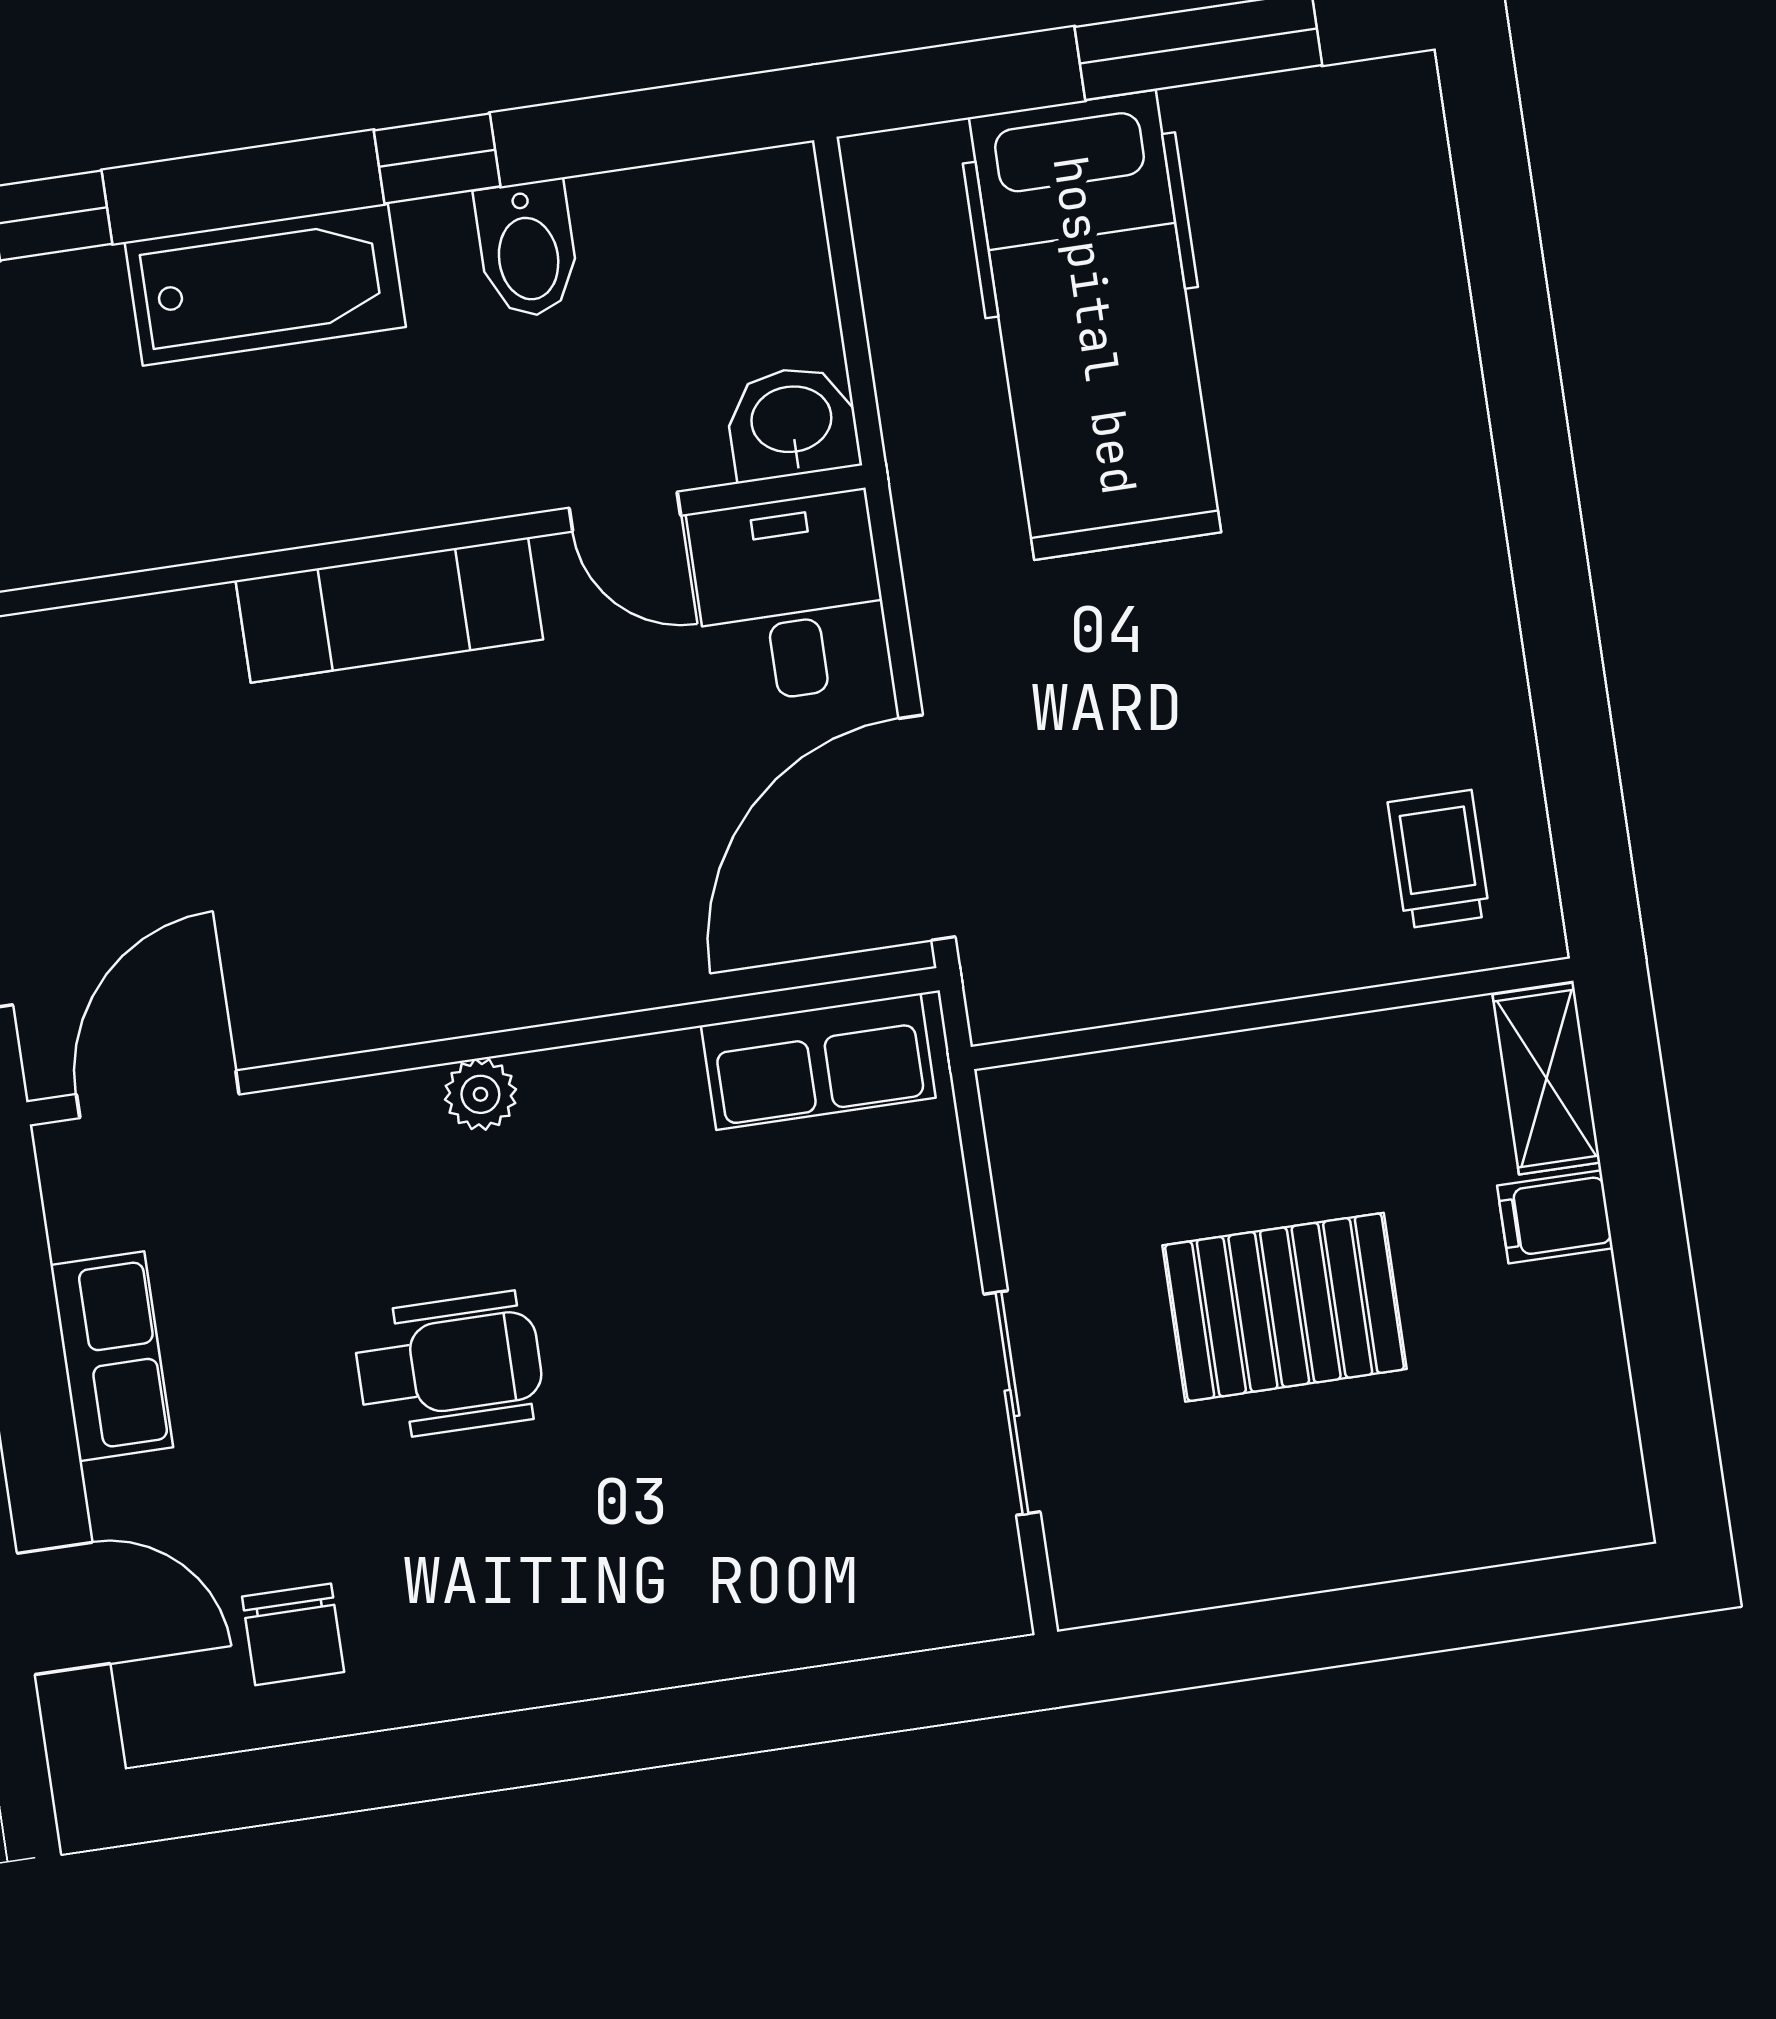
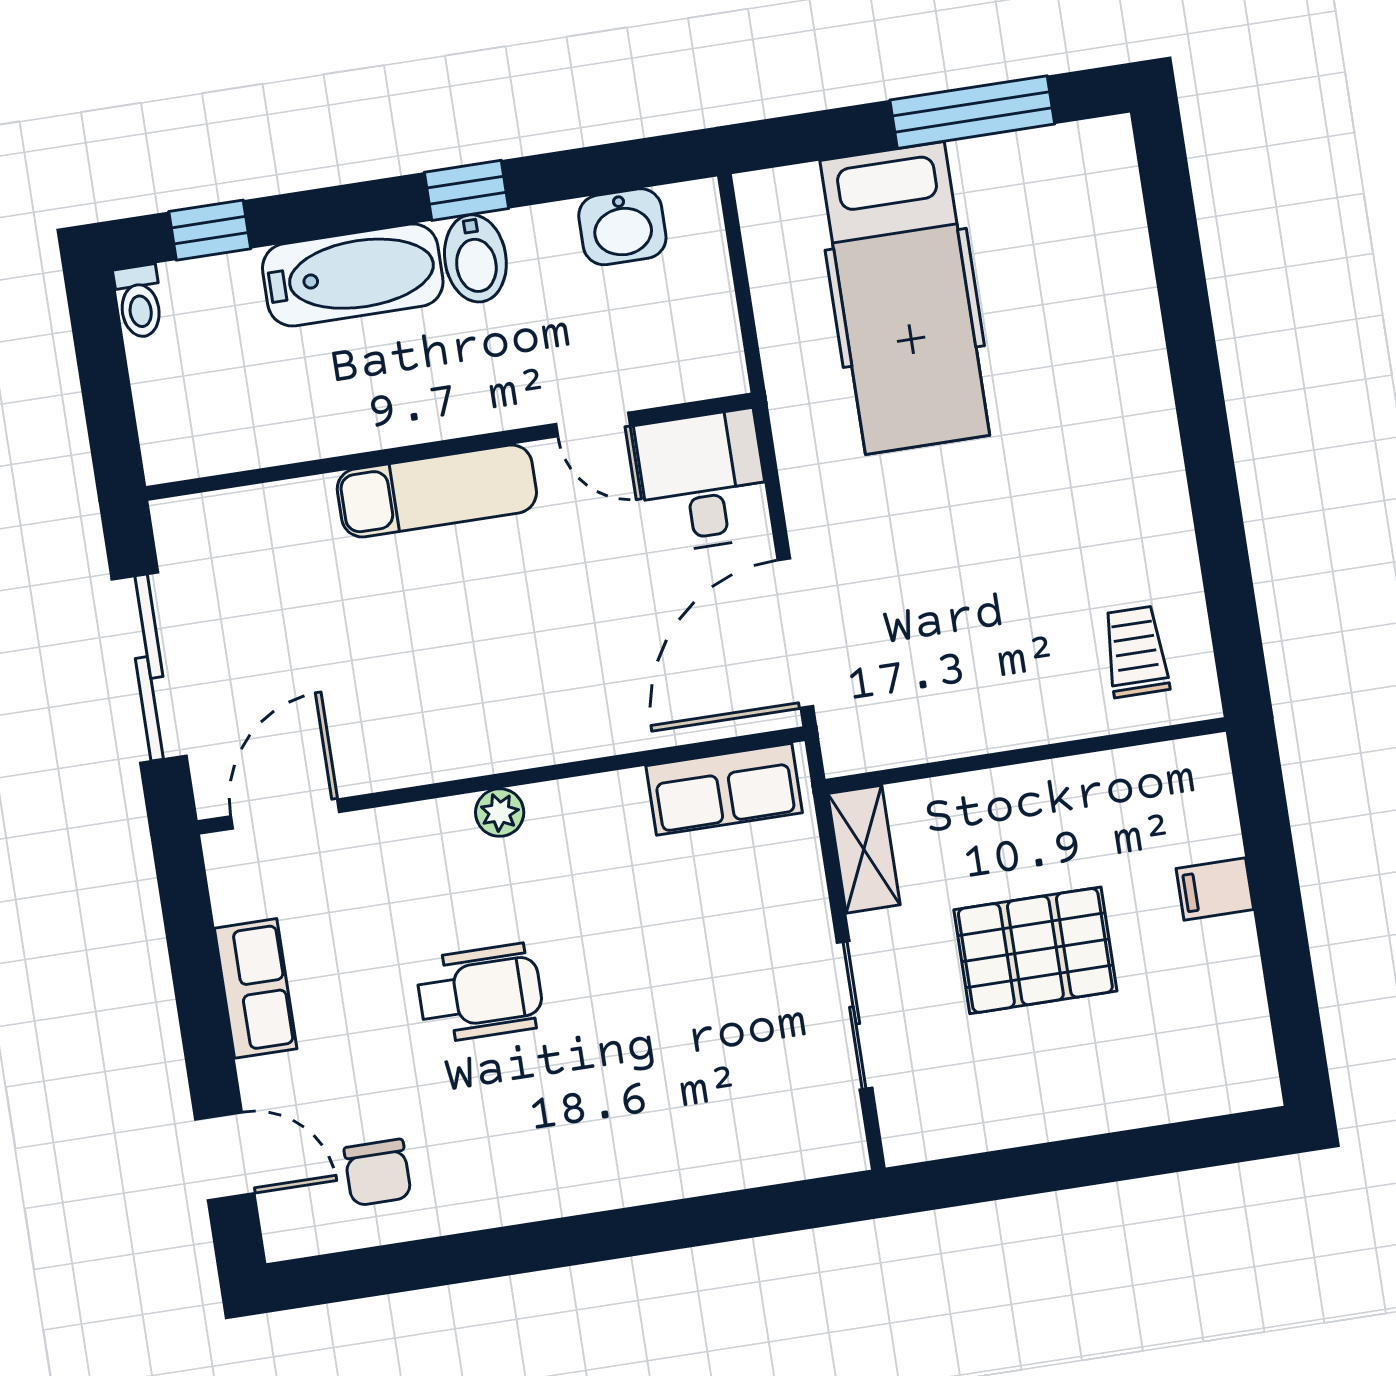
bidet: (527, 249) -> (475, 258), moved
washbasin: (792, 422) -> (622, 227), moved, turned 180
shelving: (1546, 1079) -> (864, 849), moved

